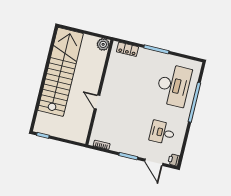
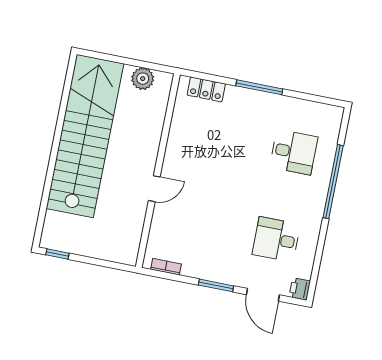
plant: (103, 44) -> (143, 79), moved
desk: (174, 85) -> (294, 152), width x0.53, depth x0.77
door: (97, 102) -> (154, 189), swing flipped

